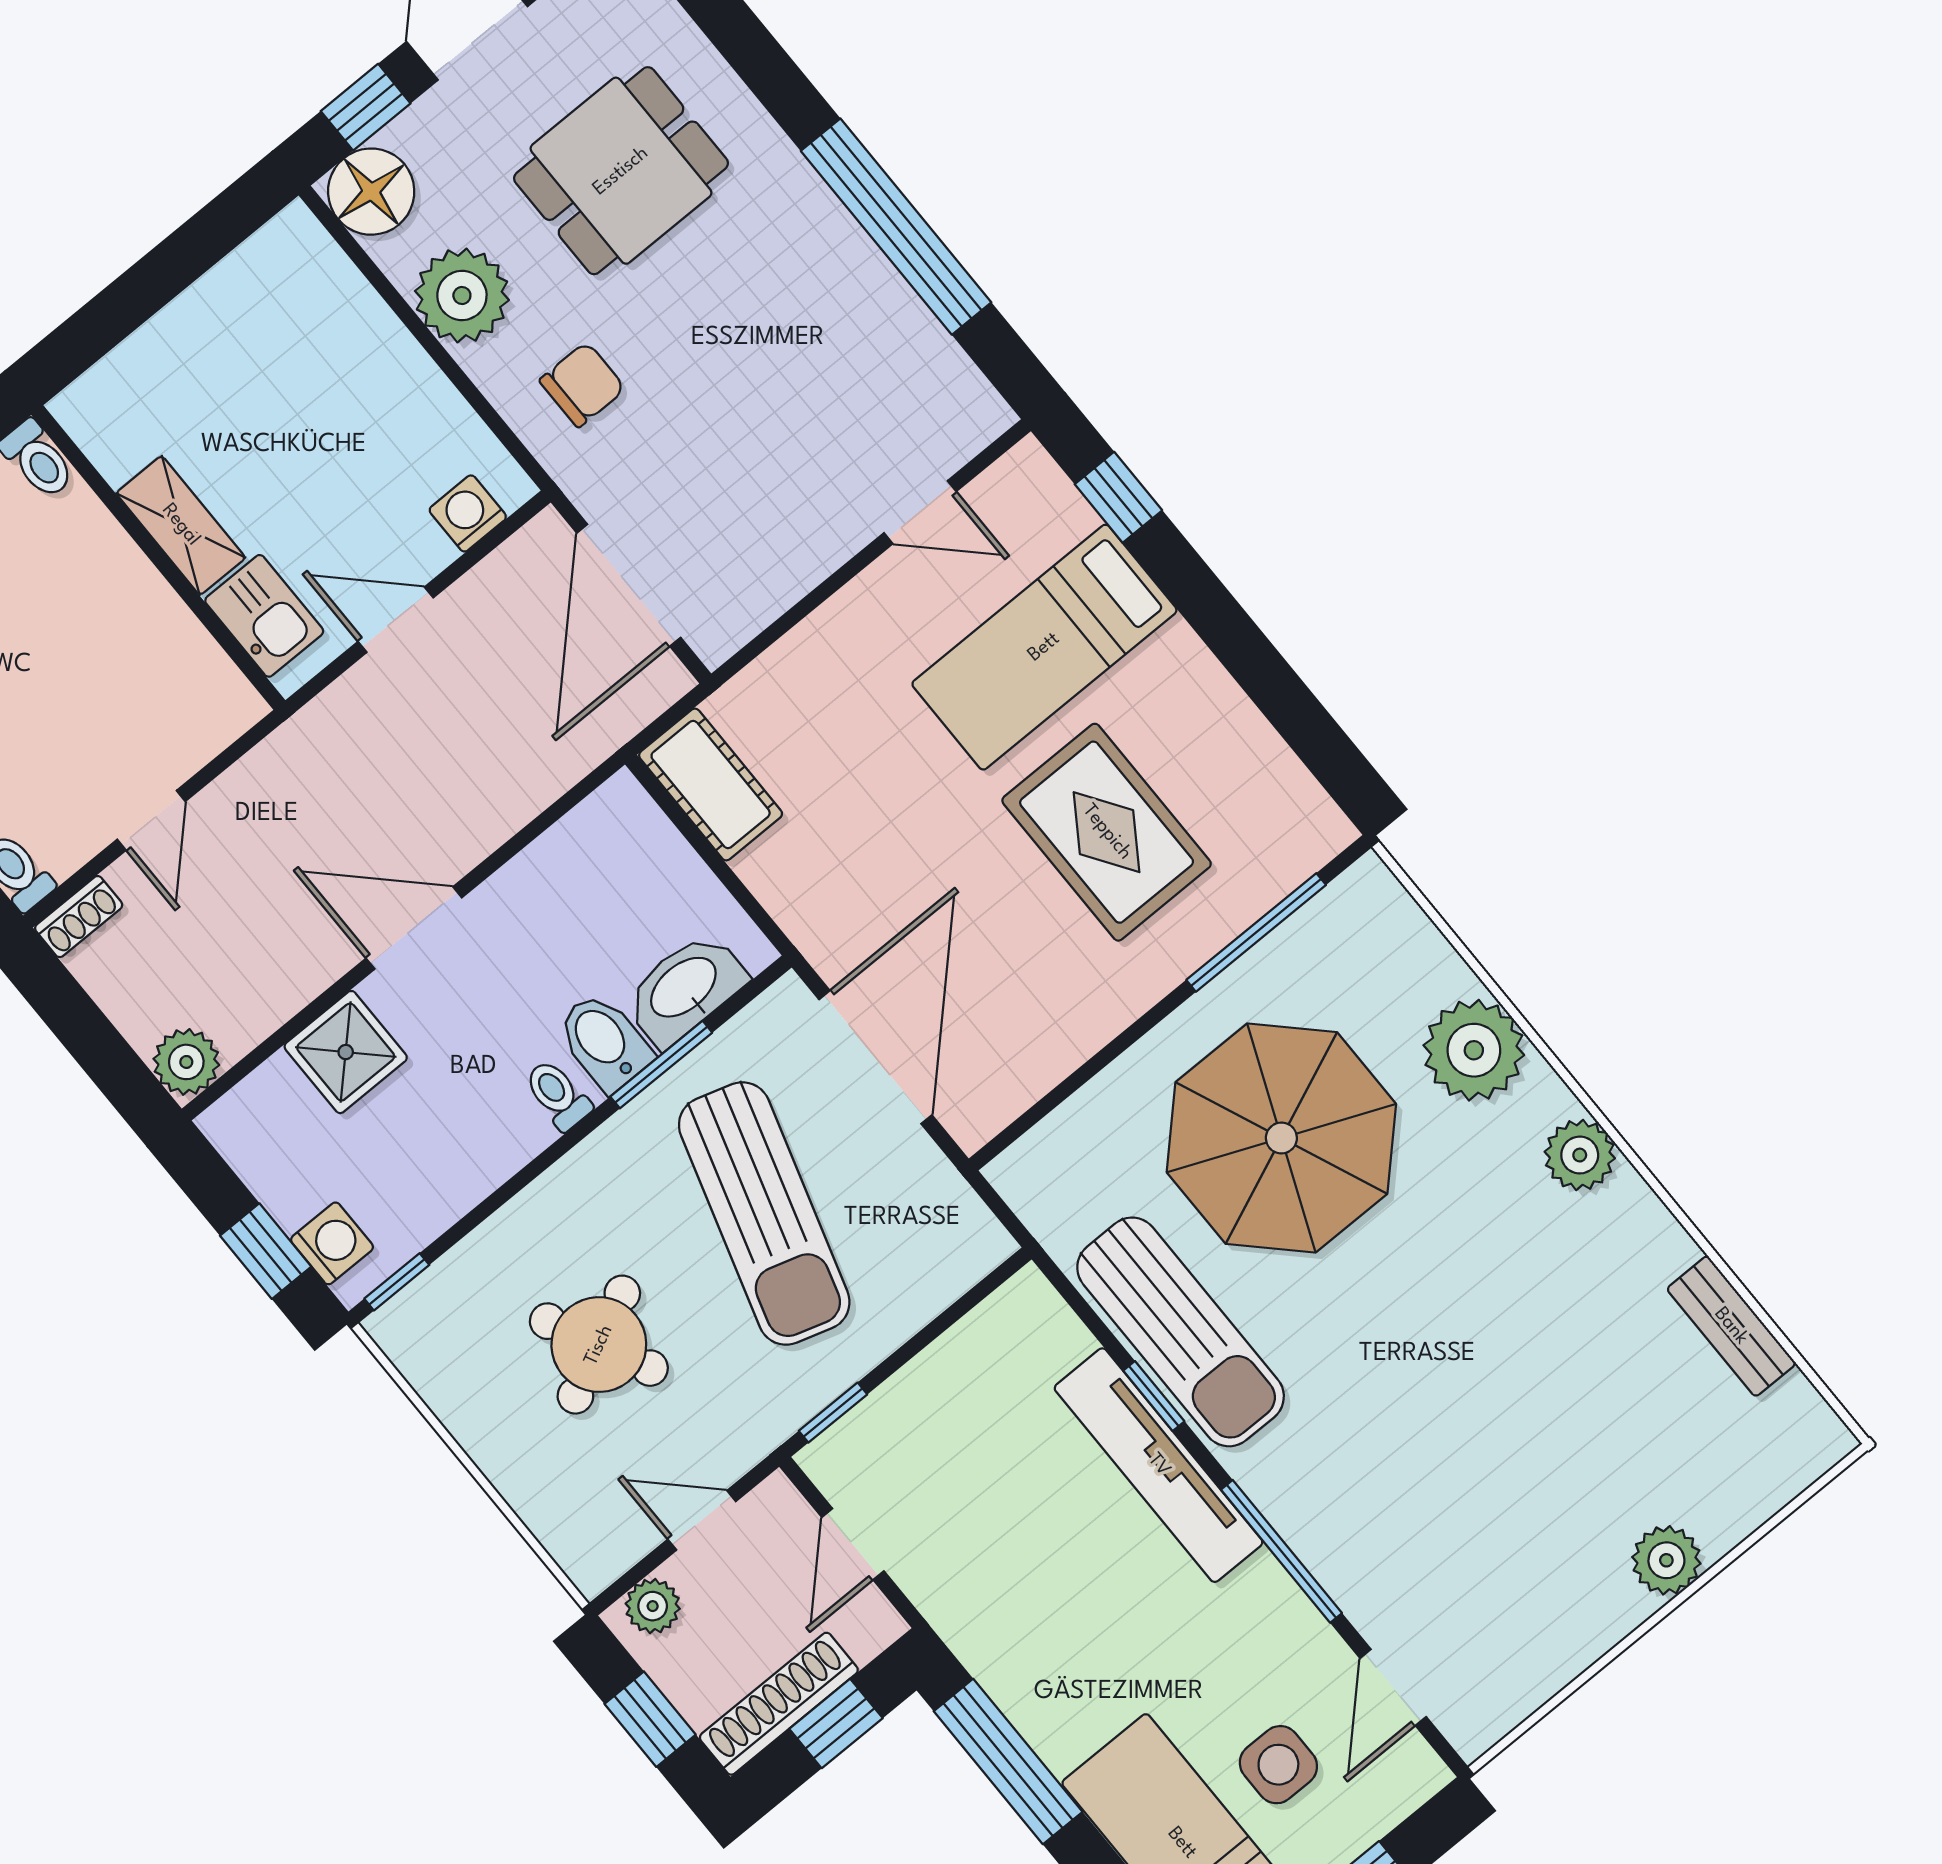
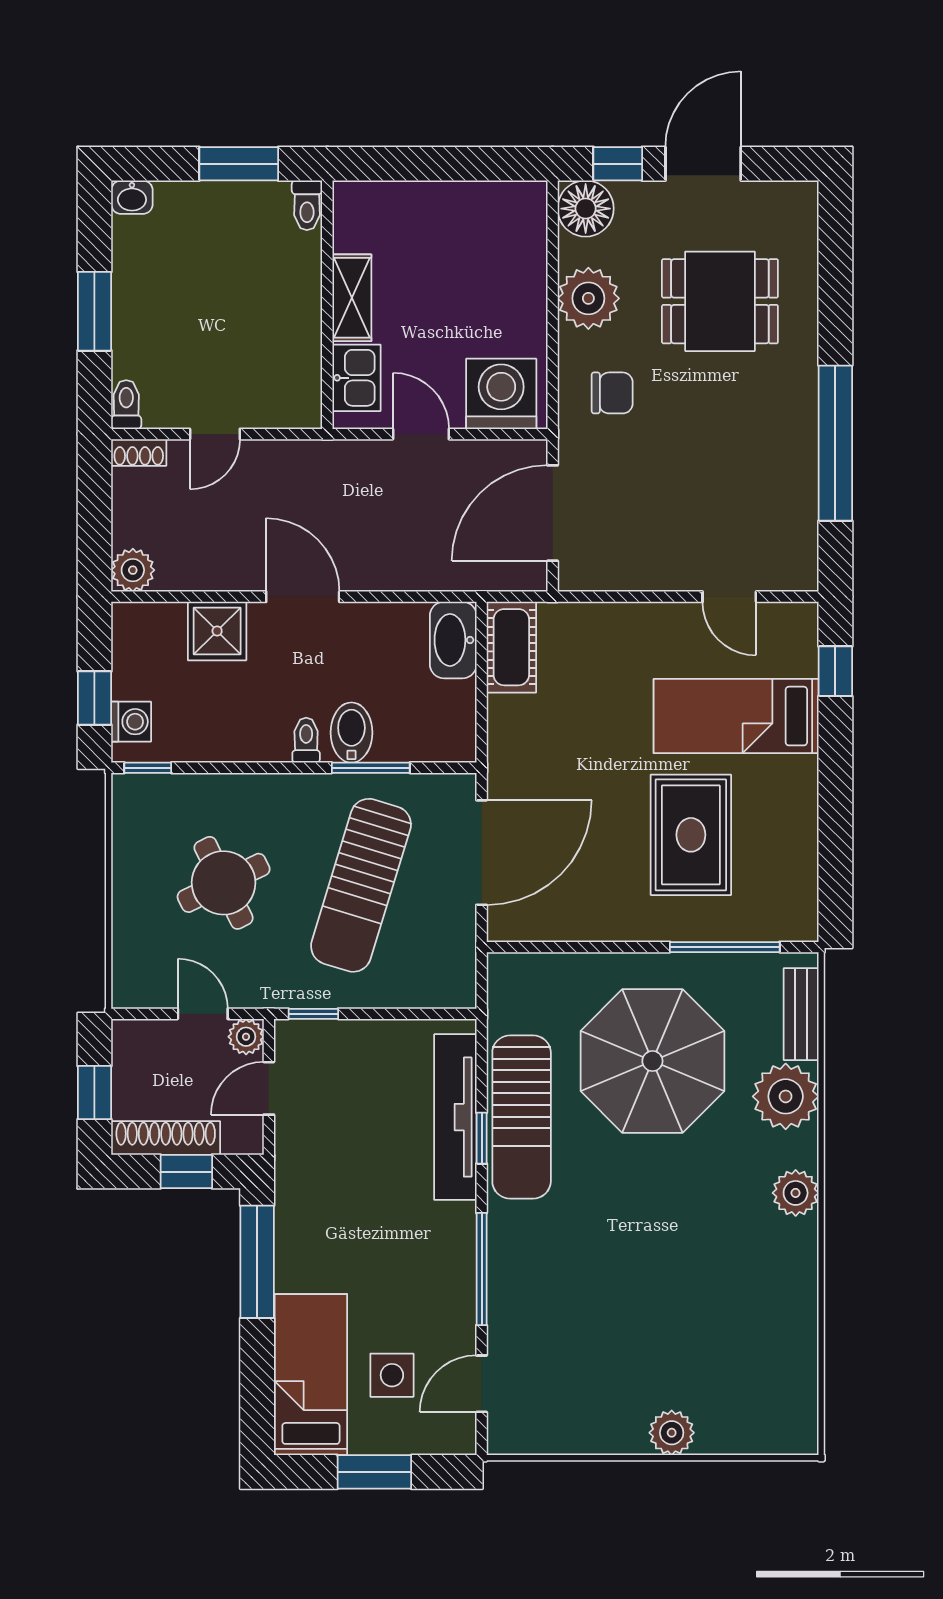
washing machine: (468, 513) -> (501, 394), width x1.89, depth x1.89
washbasin: (685, 989) -> (453, 640), moved, turned -90
bench: (1731, 1326) -> (801, 1014), moved
tv unit: (1159, 1465) -> (455, 1117), moved
plant: (653, 1606) -> (246, 1037), moved

